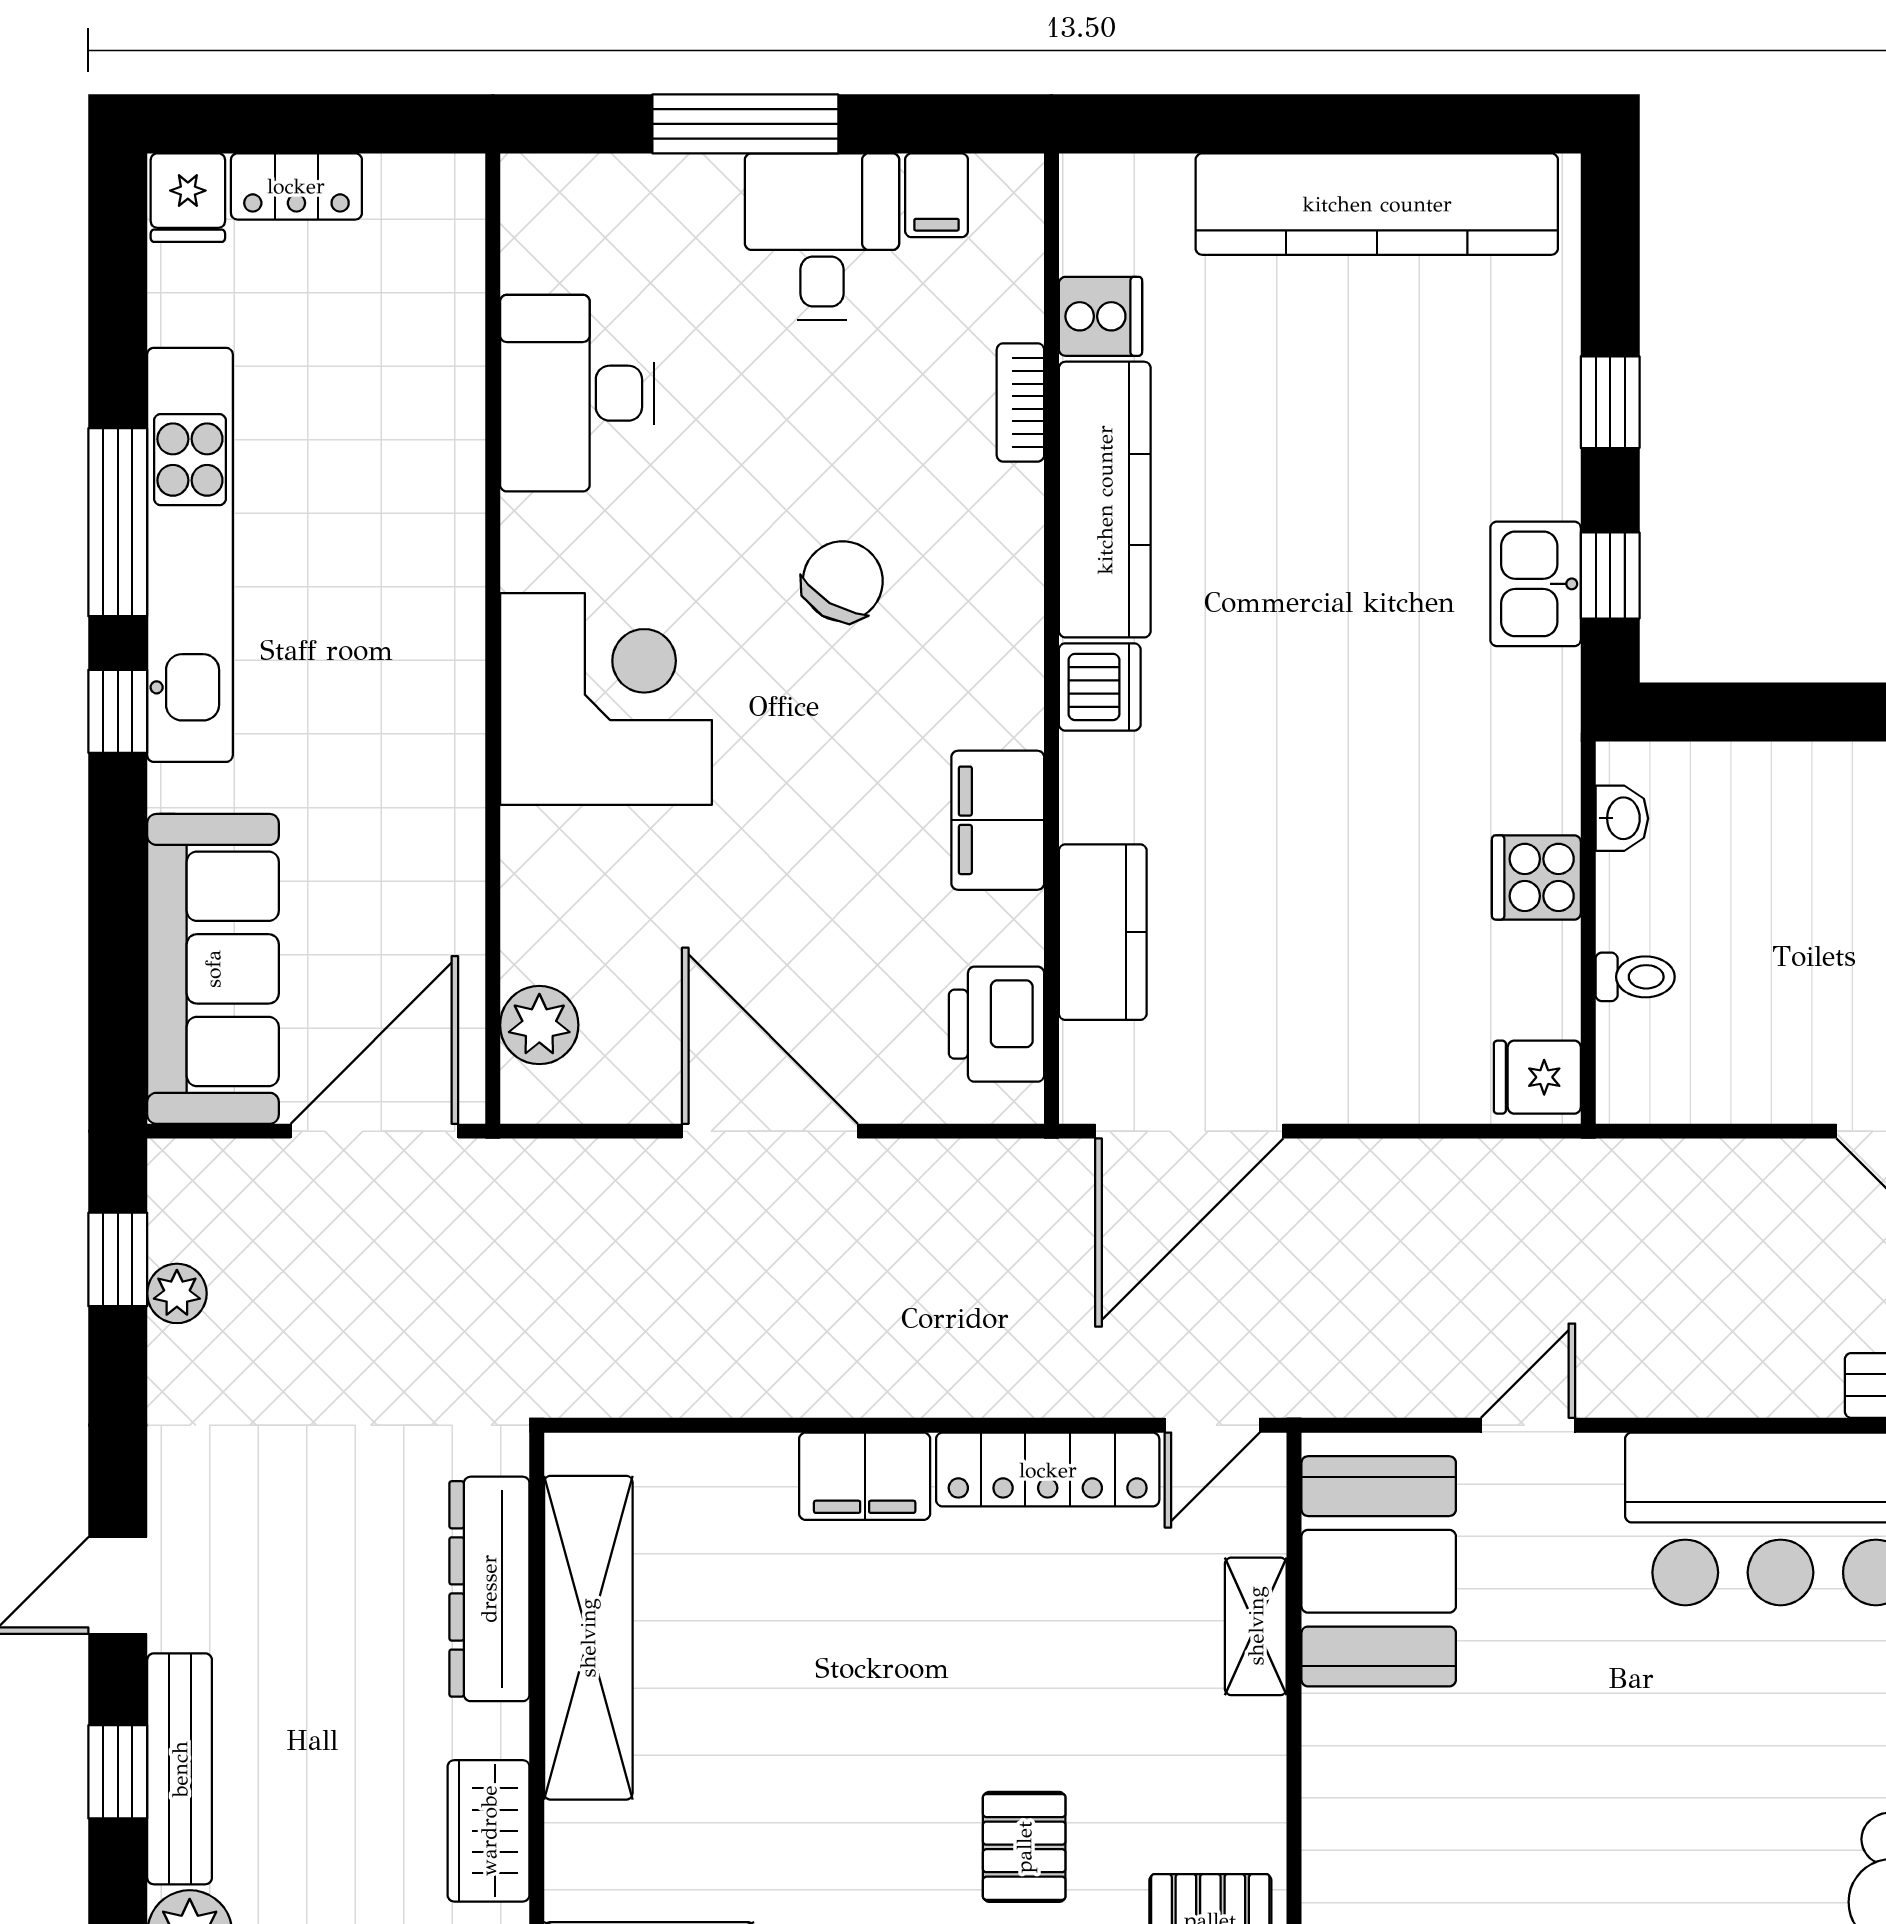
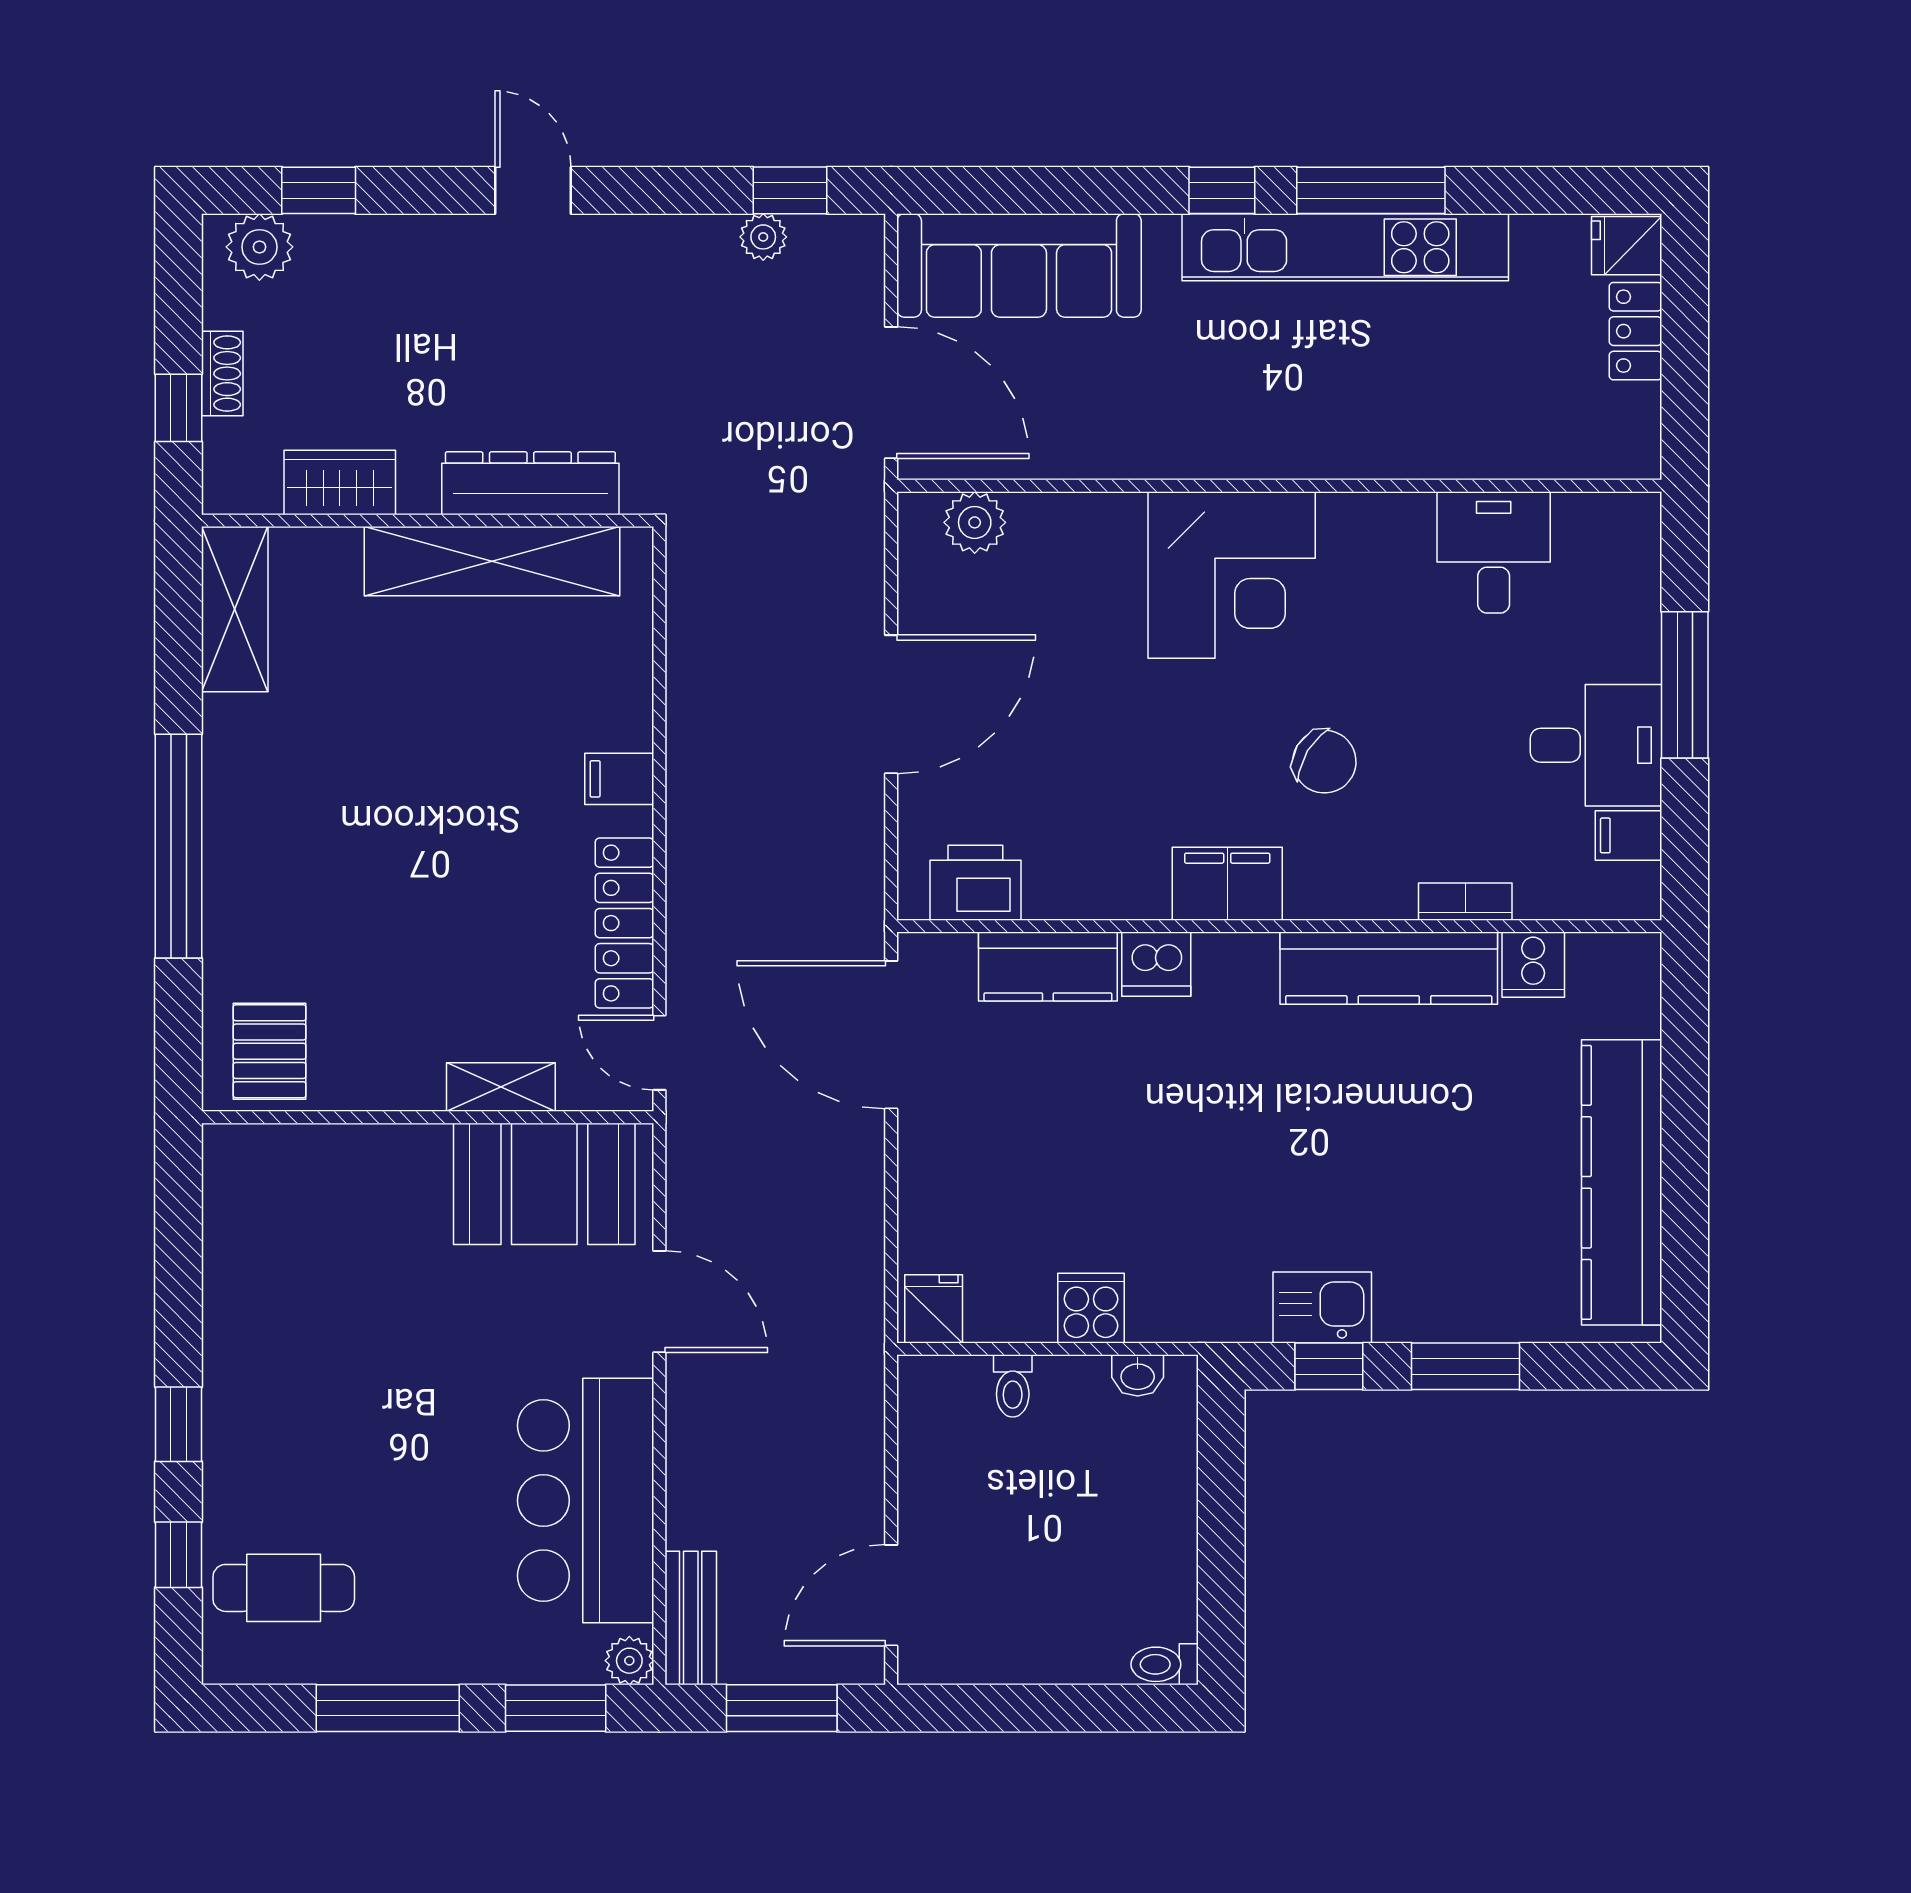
desk: (577, 393) -> (1494, 552), width x0.73
window: (1610, 402) -> (1465, 1366), width x1.50
dishwasher: (1100, 687) -> (1156, 964), moved
filing cabinet: (998, 820) -> (1227, 884), moved
door: (1528, 1425) -> (659, 1302), width x1.38
filing cabinet: (865, 1476) -> (619, 779), width x0.50
bench: (180, 1769) -> (389, 239), removed
window: (118, 1772) -> (319, 190), moved
pallet: (1024, 1847) -> (327, 905), removed

